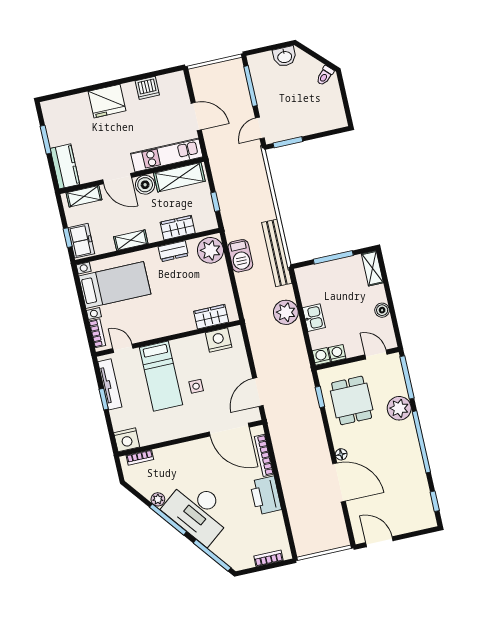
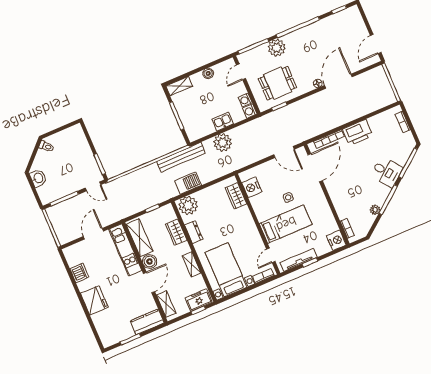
desk: (198, 511) -> (387, 172), width x0.53, depth x0.77

